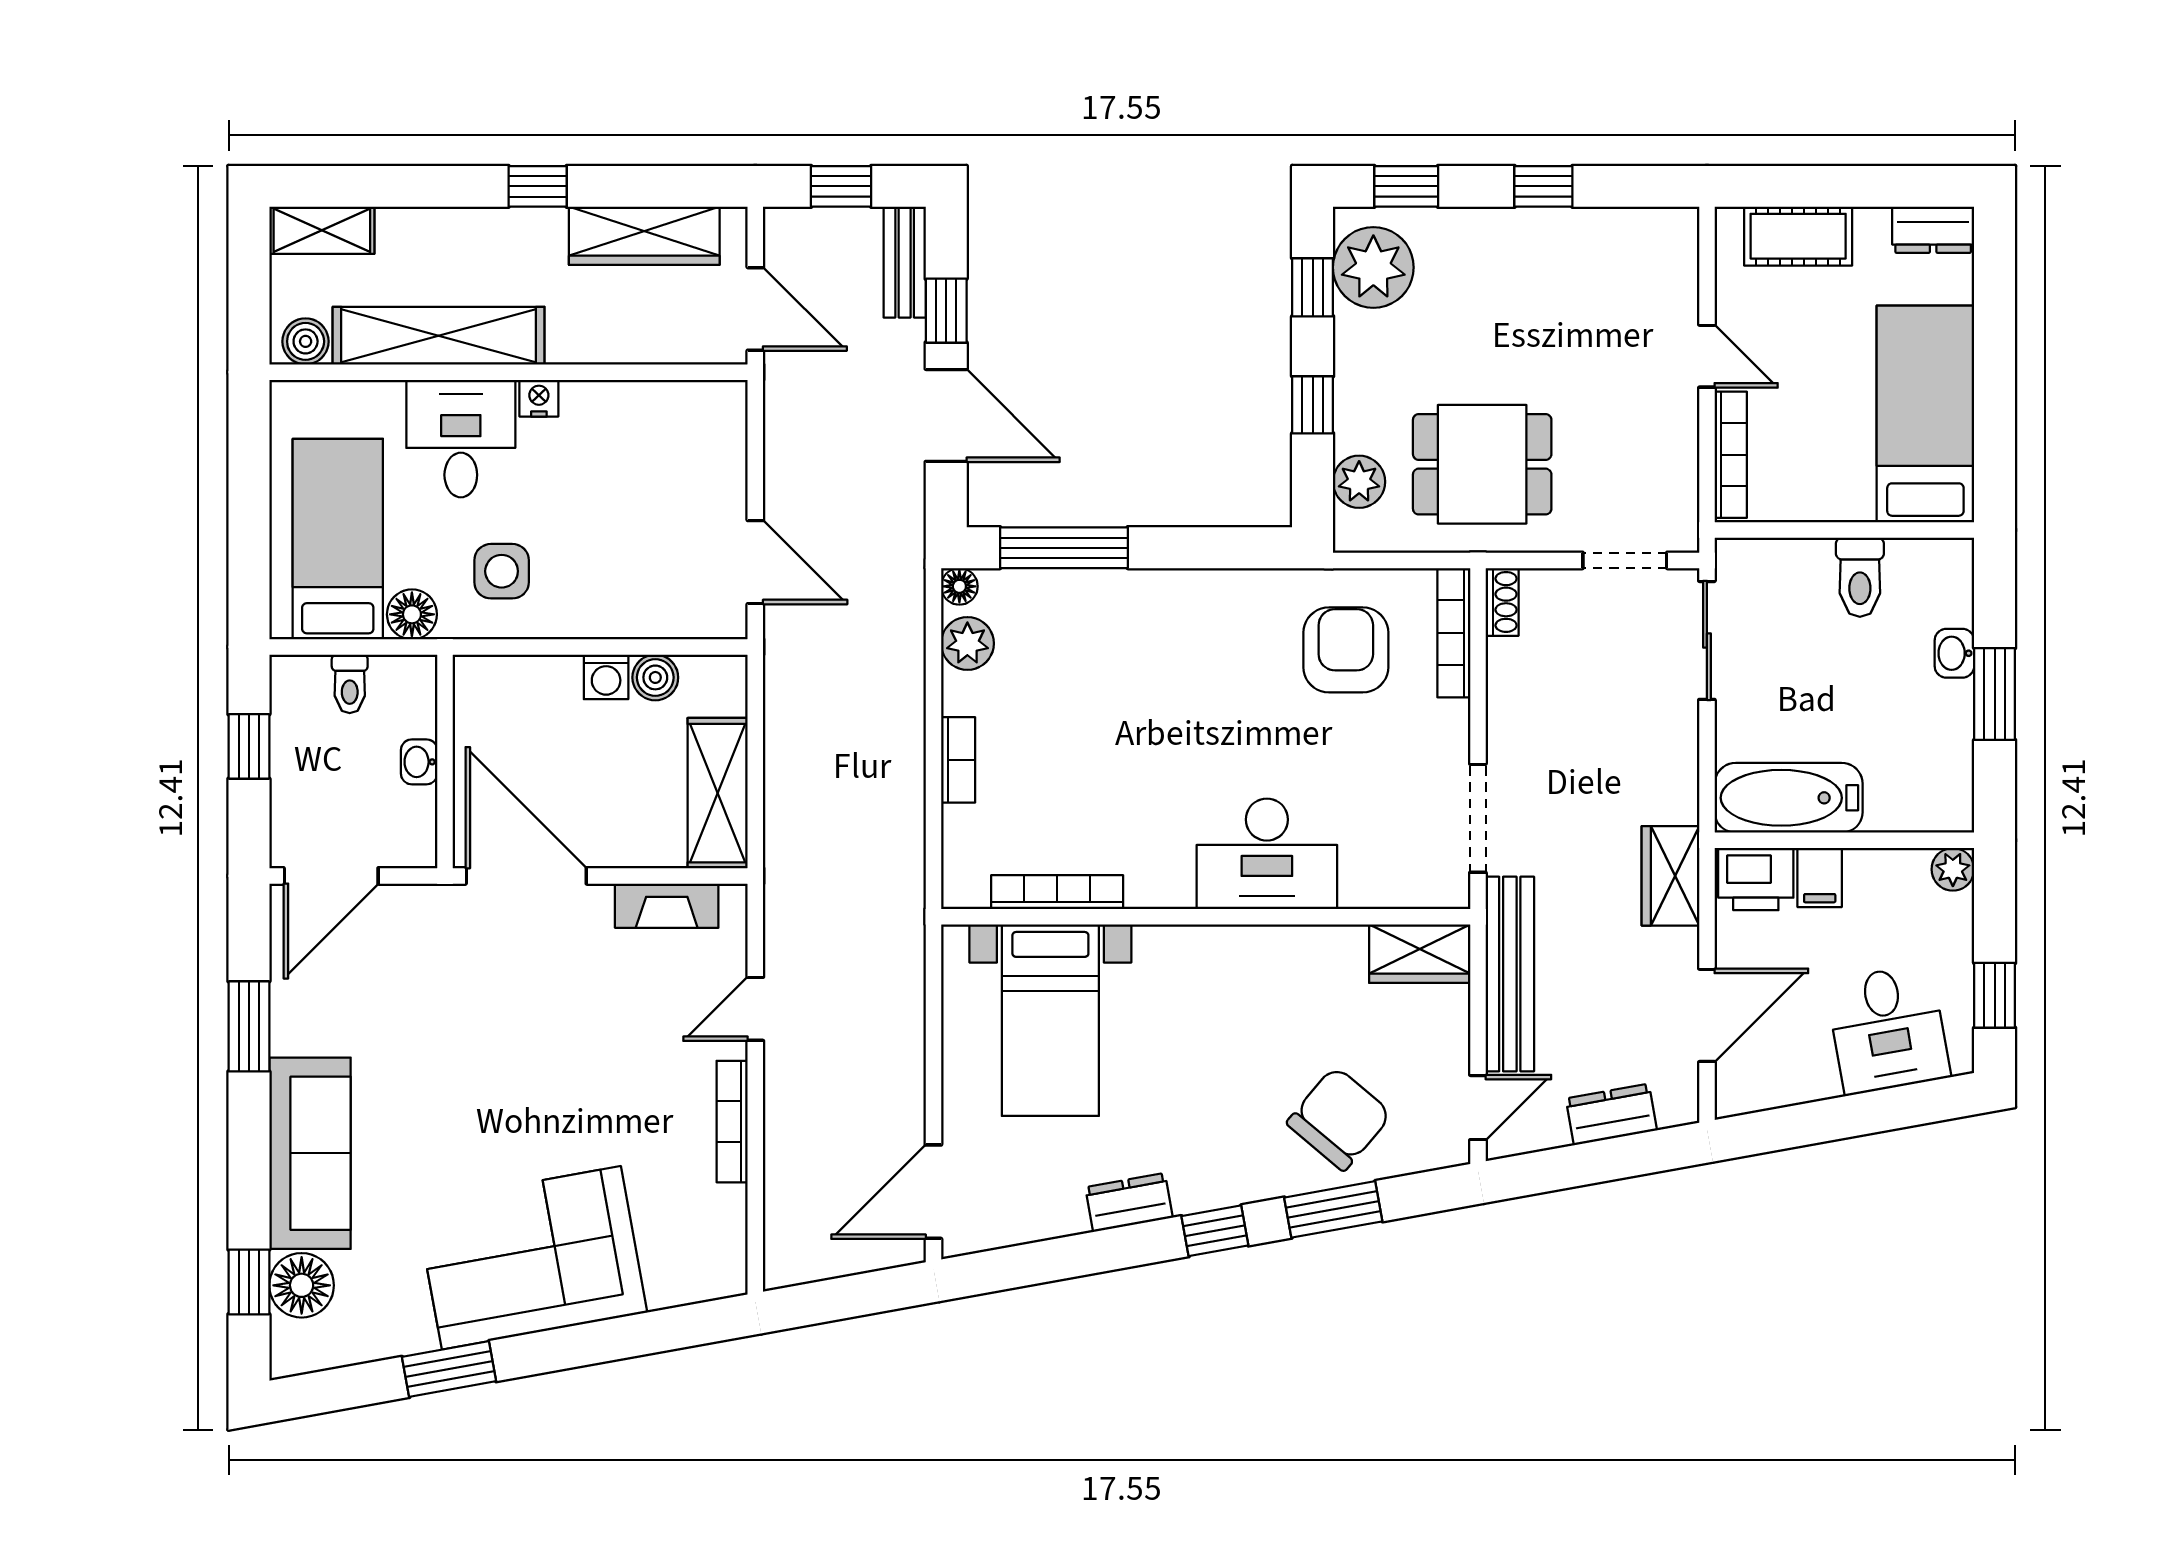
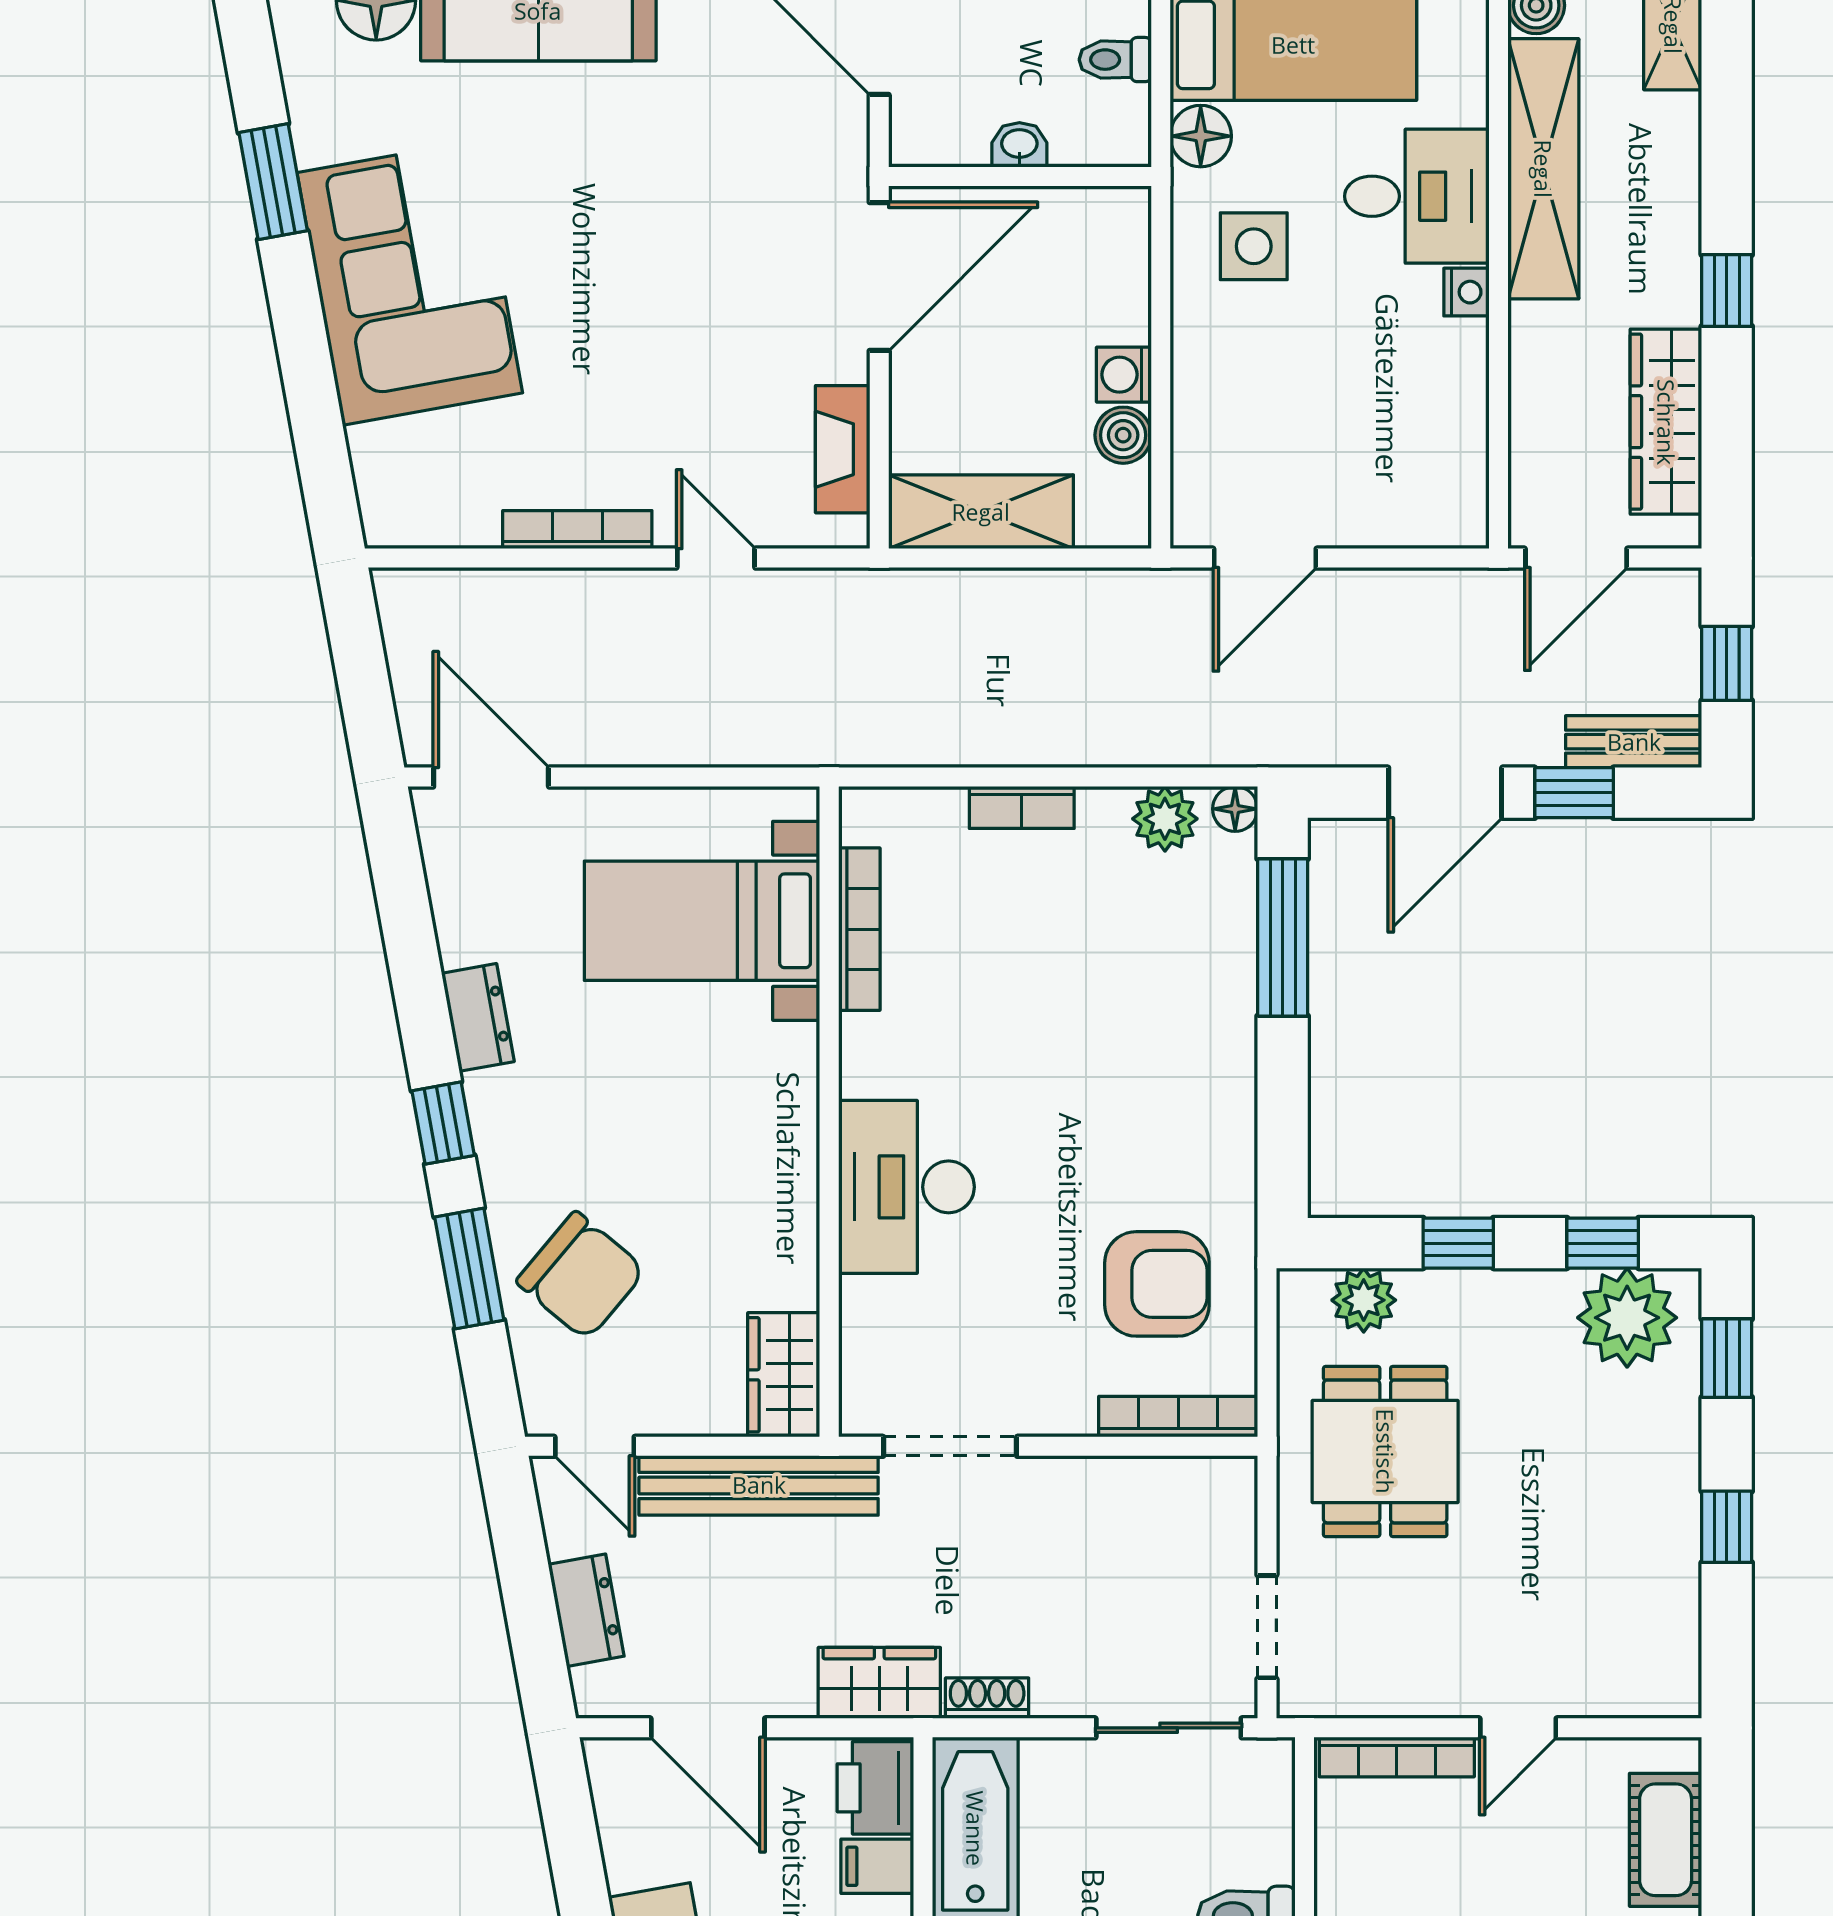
shoe rack: (1502, 602) -> (987, 1698), moved, turned 180

